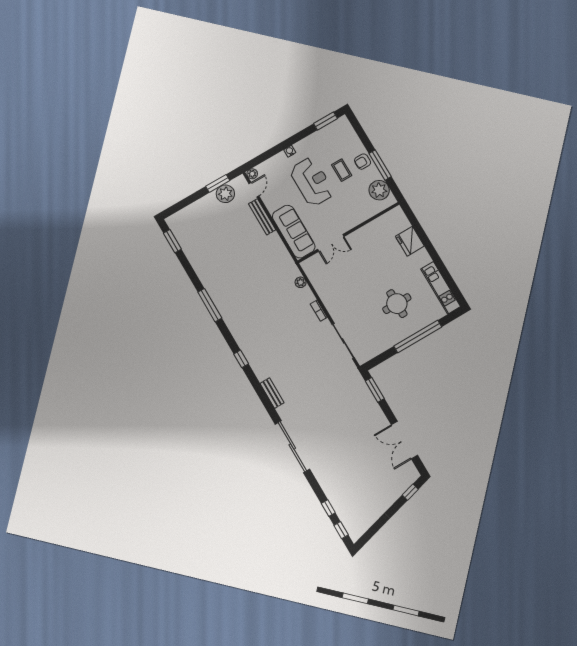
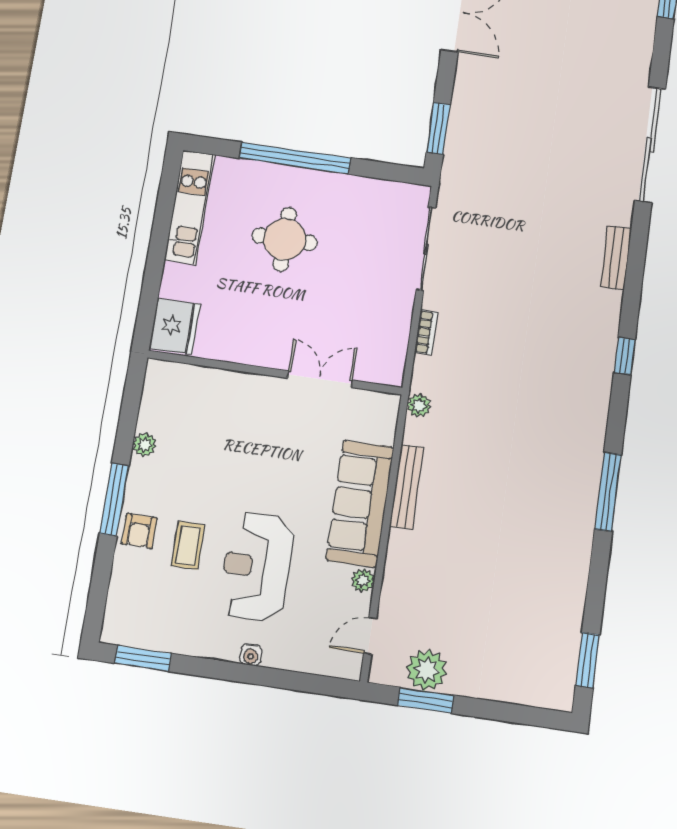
armchair: (363, 162) -> (139, 531), turned 90
plant: (252, 174) -> (363, 580), moved
plant: (379, 190) -> (144, 445), width x0.53, depth x0.53
bench: (262, 217) -> (407, 487), moved
wall: (349, 232) -> (275, 373), moved
double door: (331, 243) -> (320, 379), moved

